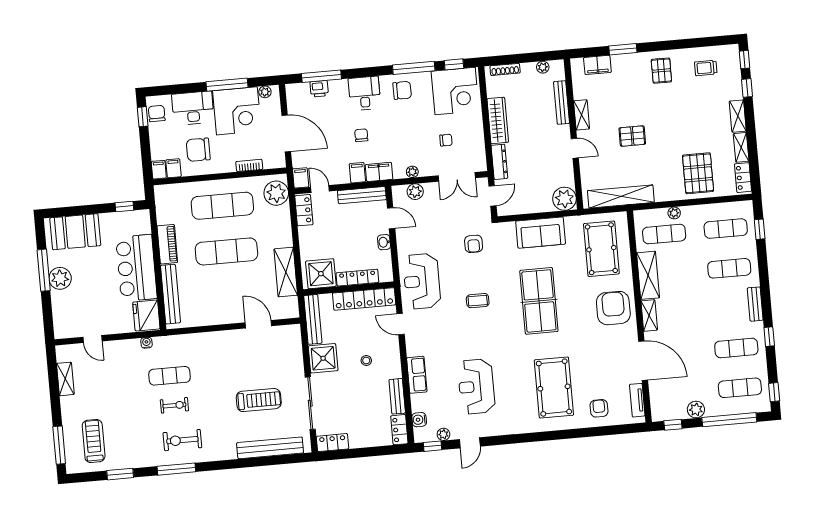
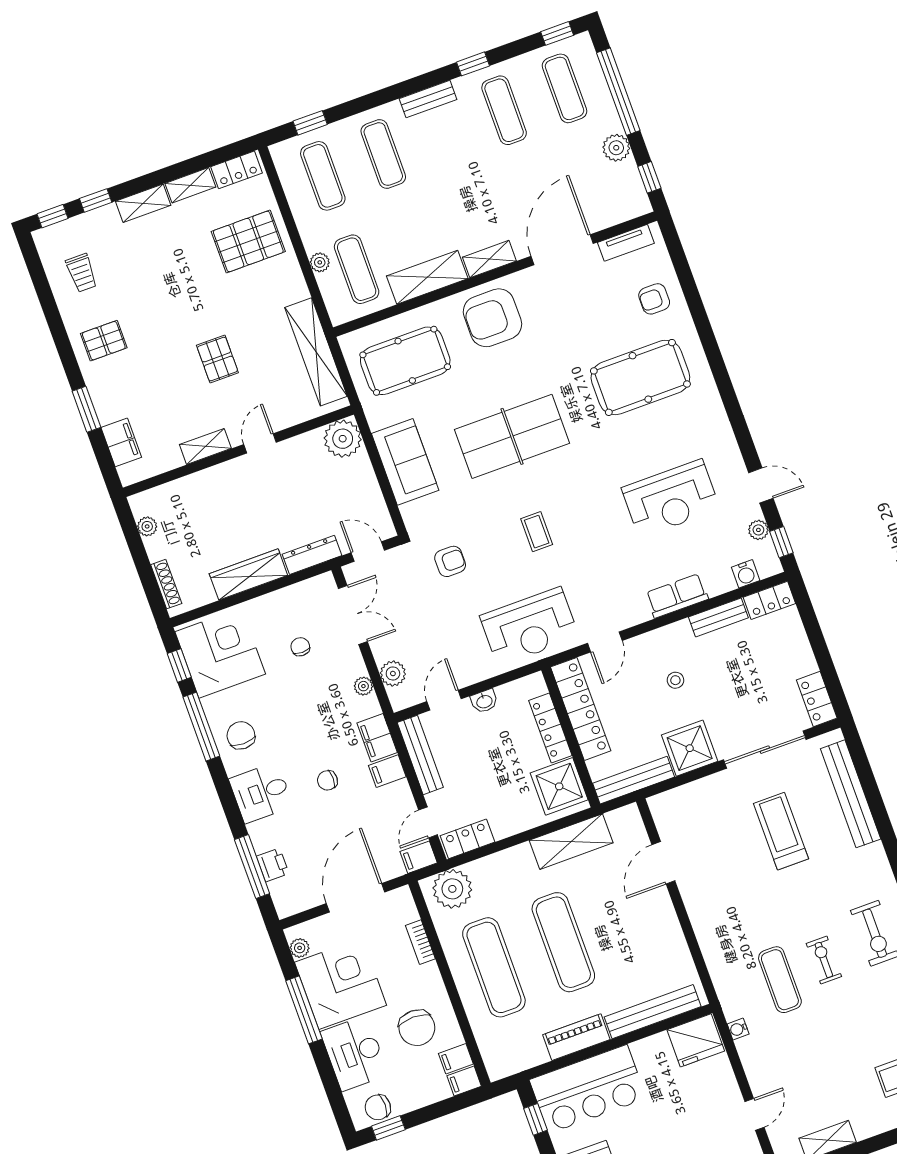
bench: (562, 102) -> (194, 483), removed
bar counter: (136, 268) -> (588, 1089), moved

